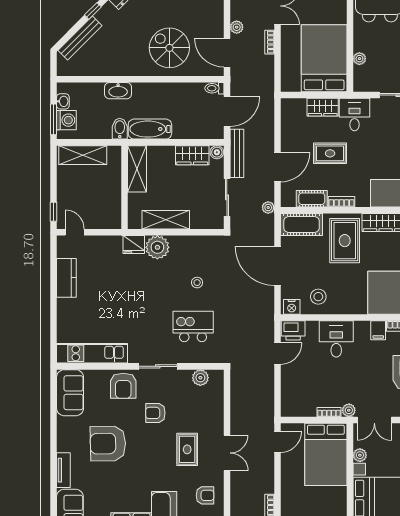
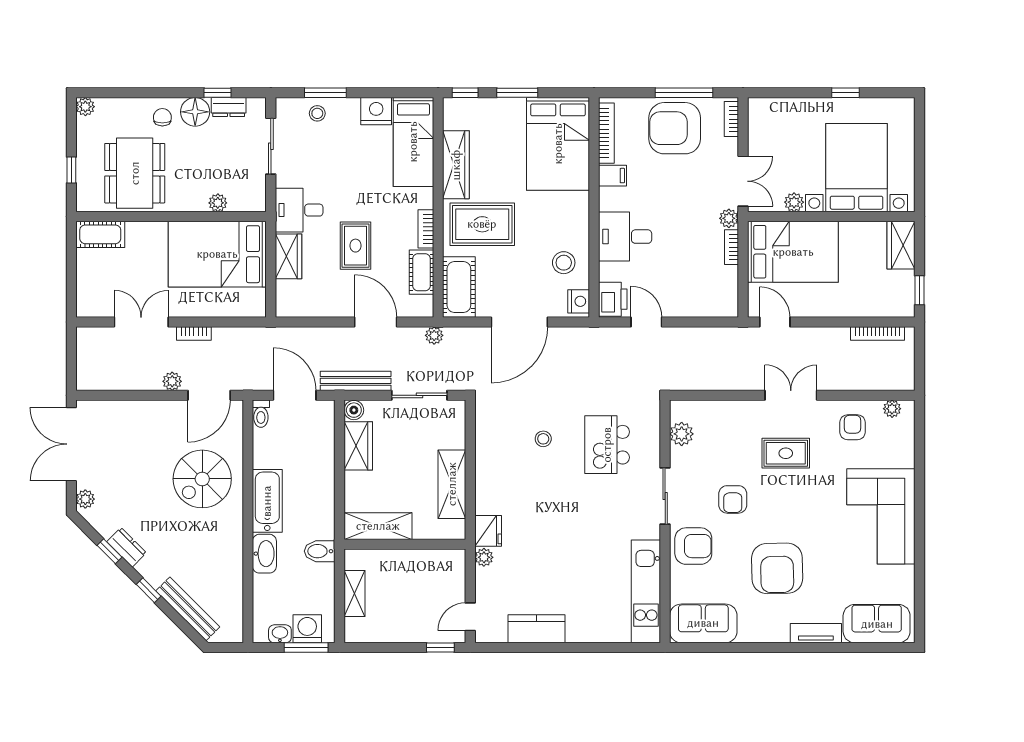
bathtub: (150, 129) -> (267, 501), moved, turned 180
shelving: (83, 155) -> (355, 593), width x0.67, depth x0.75
plant: (157, 247) -> (484, 557), moved, width x0.53, depth x0.53

